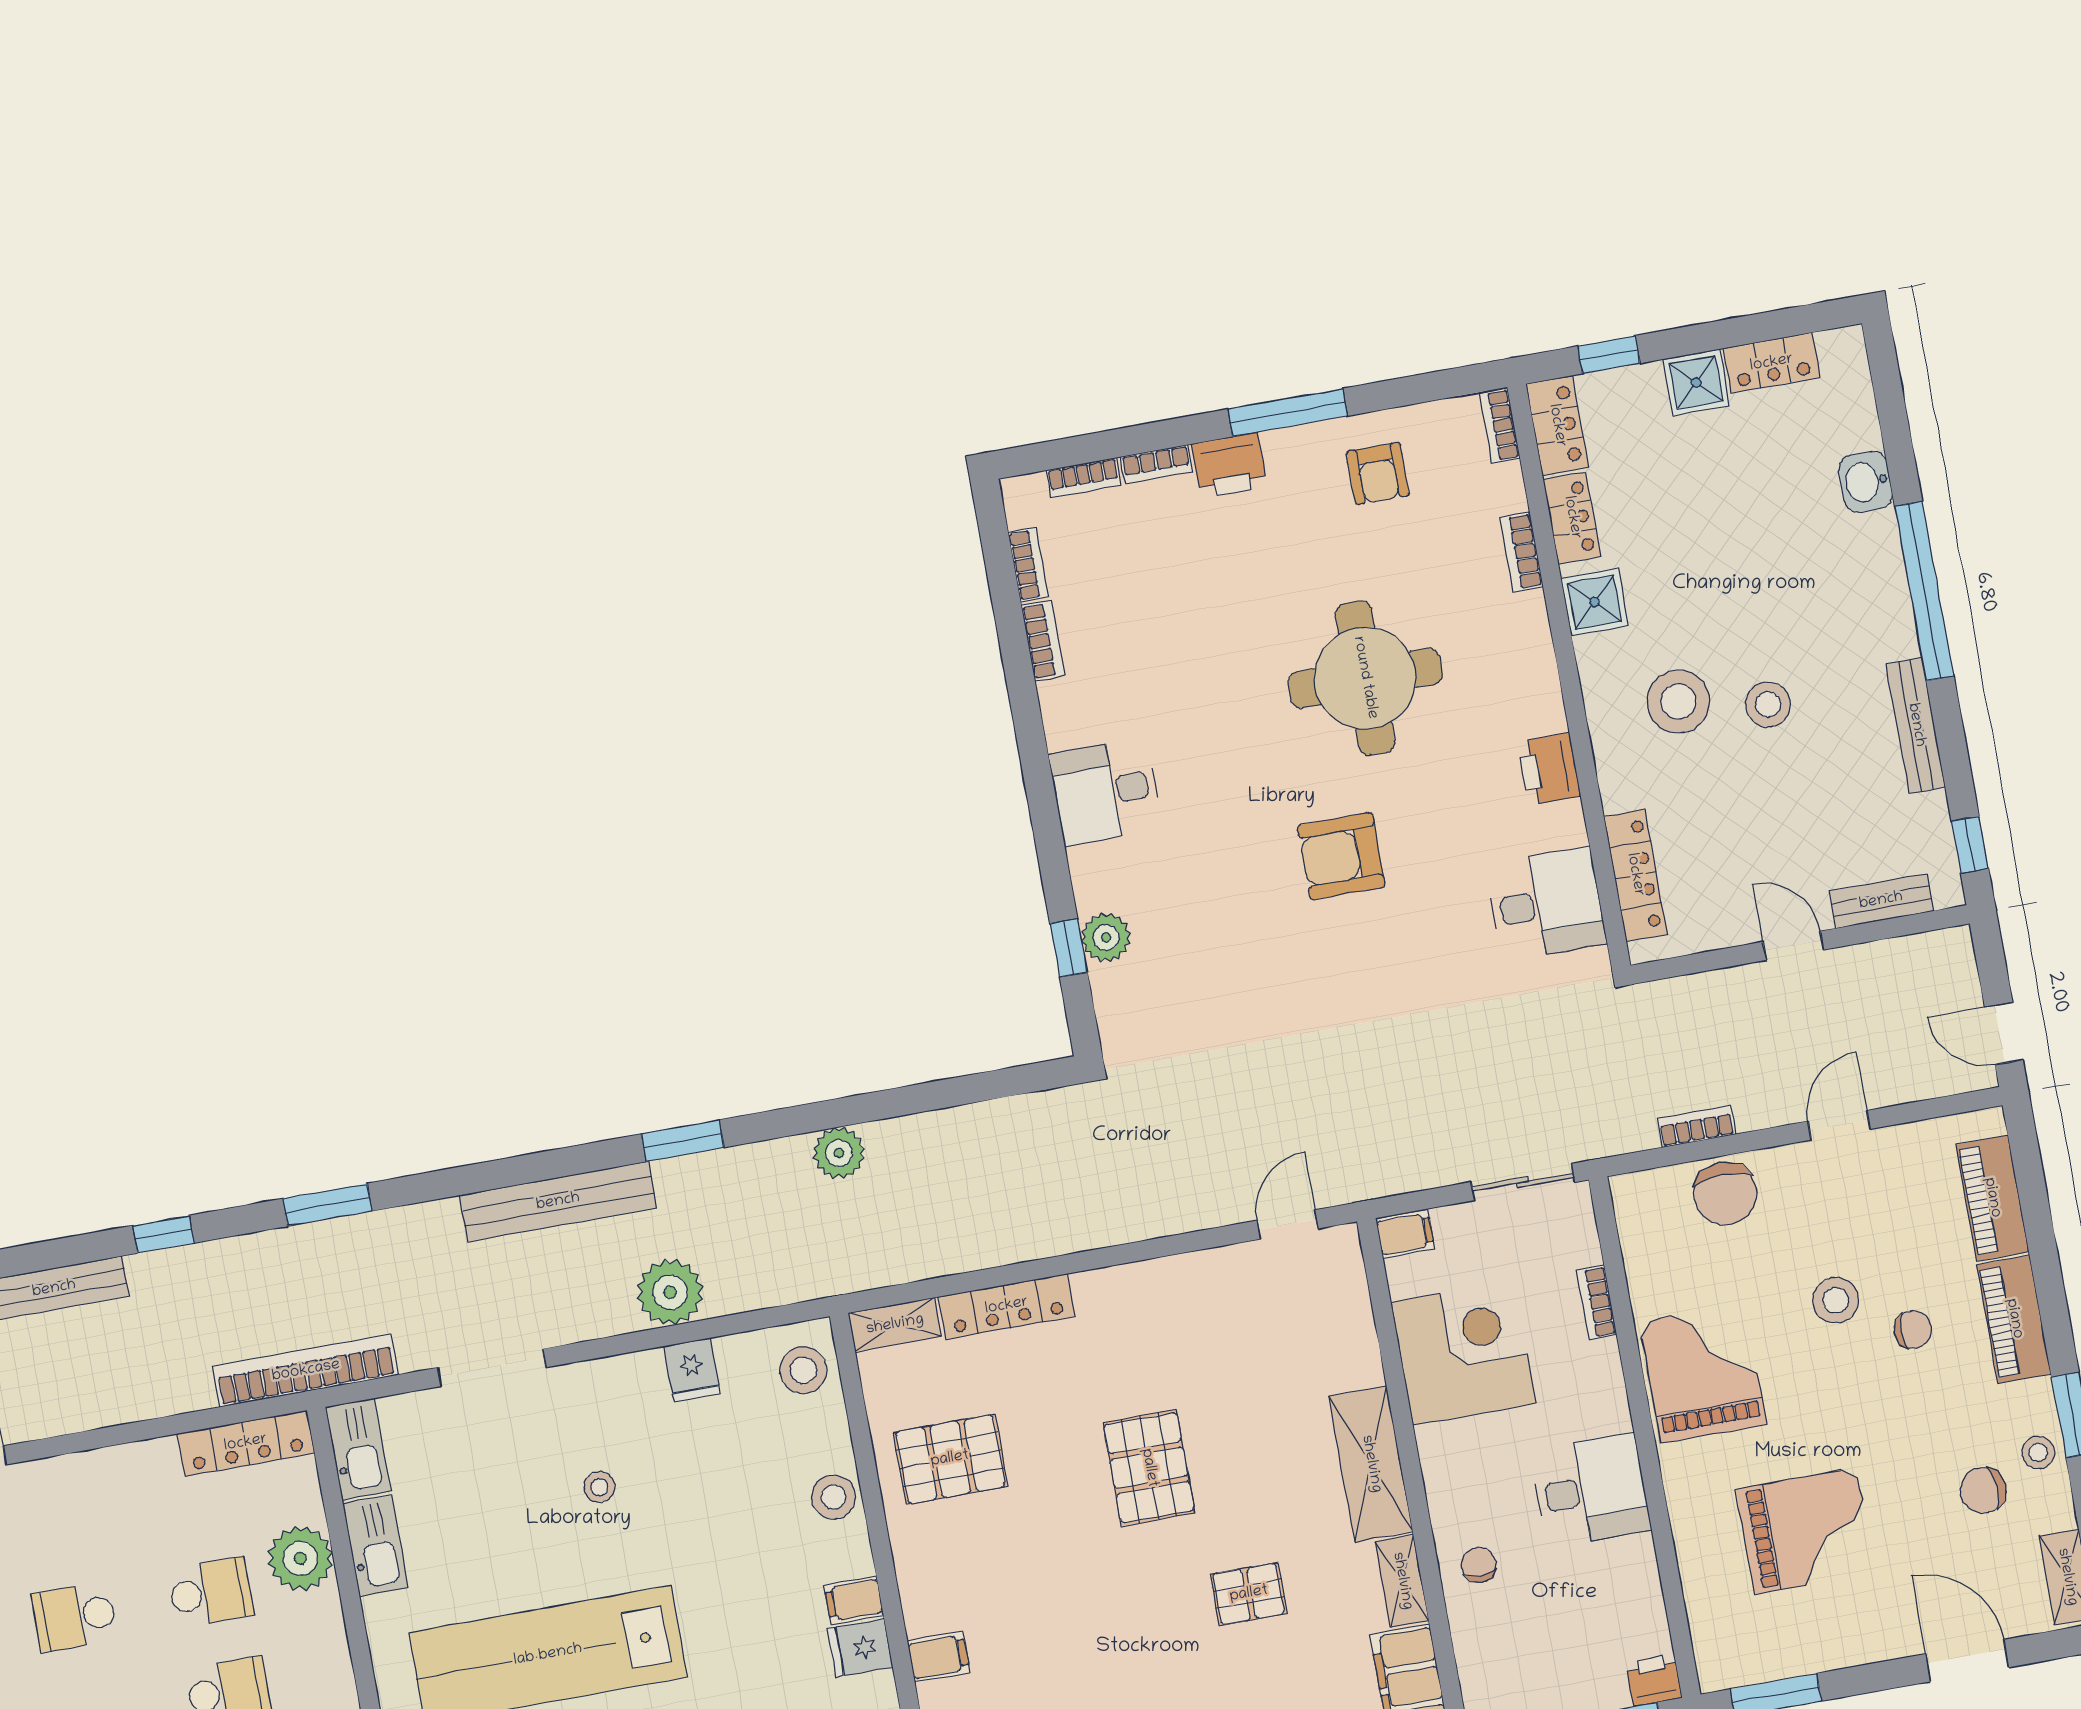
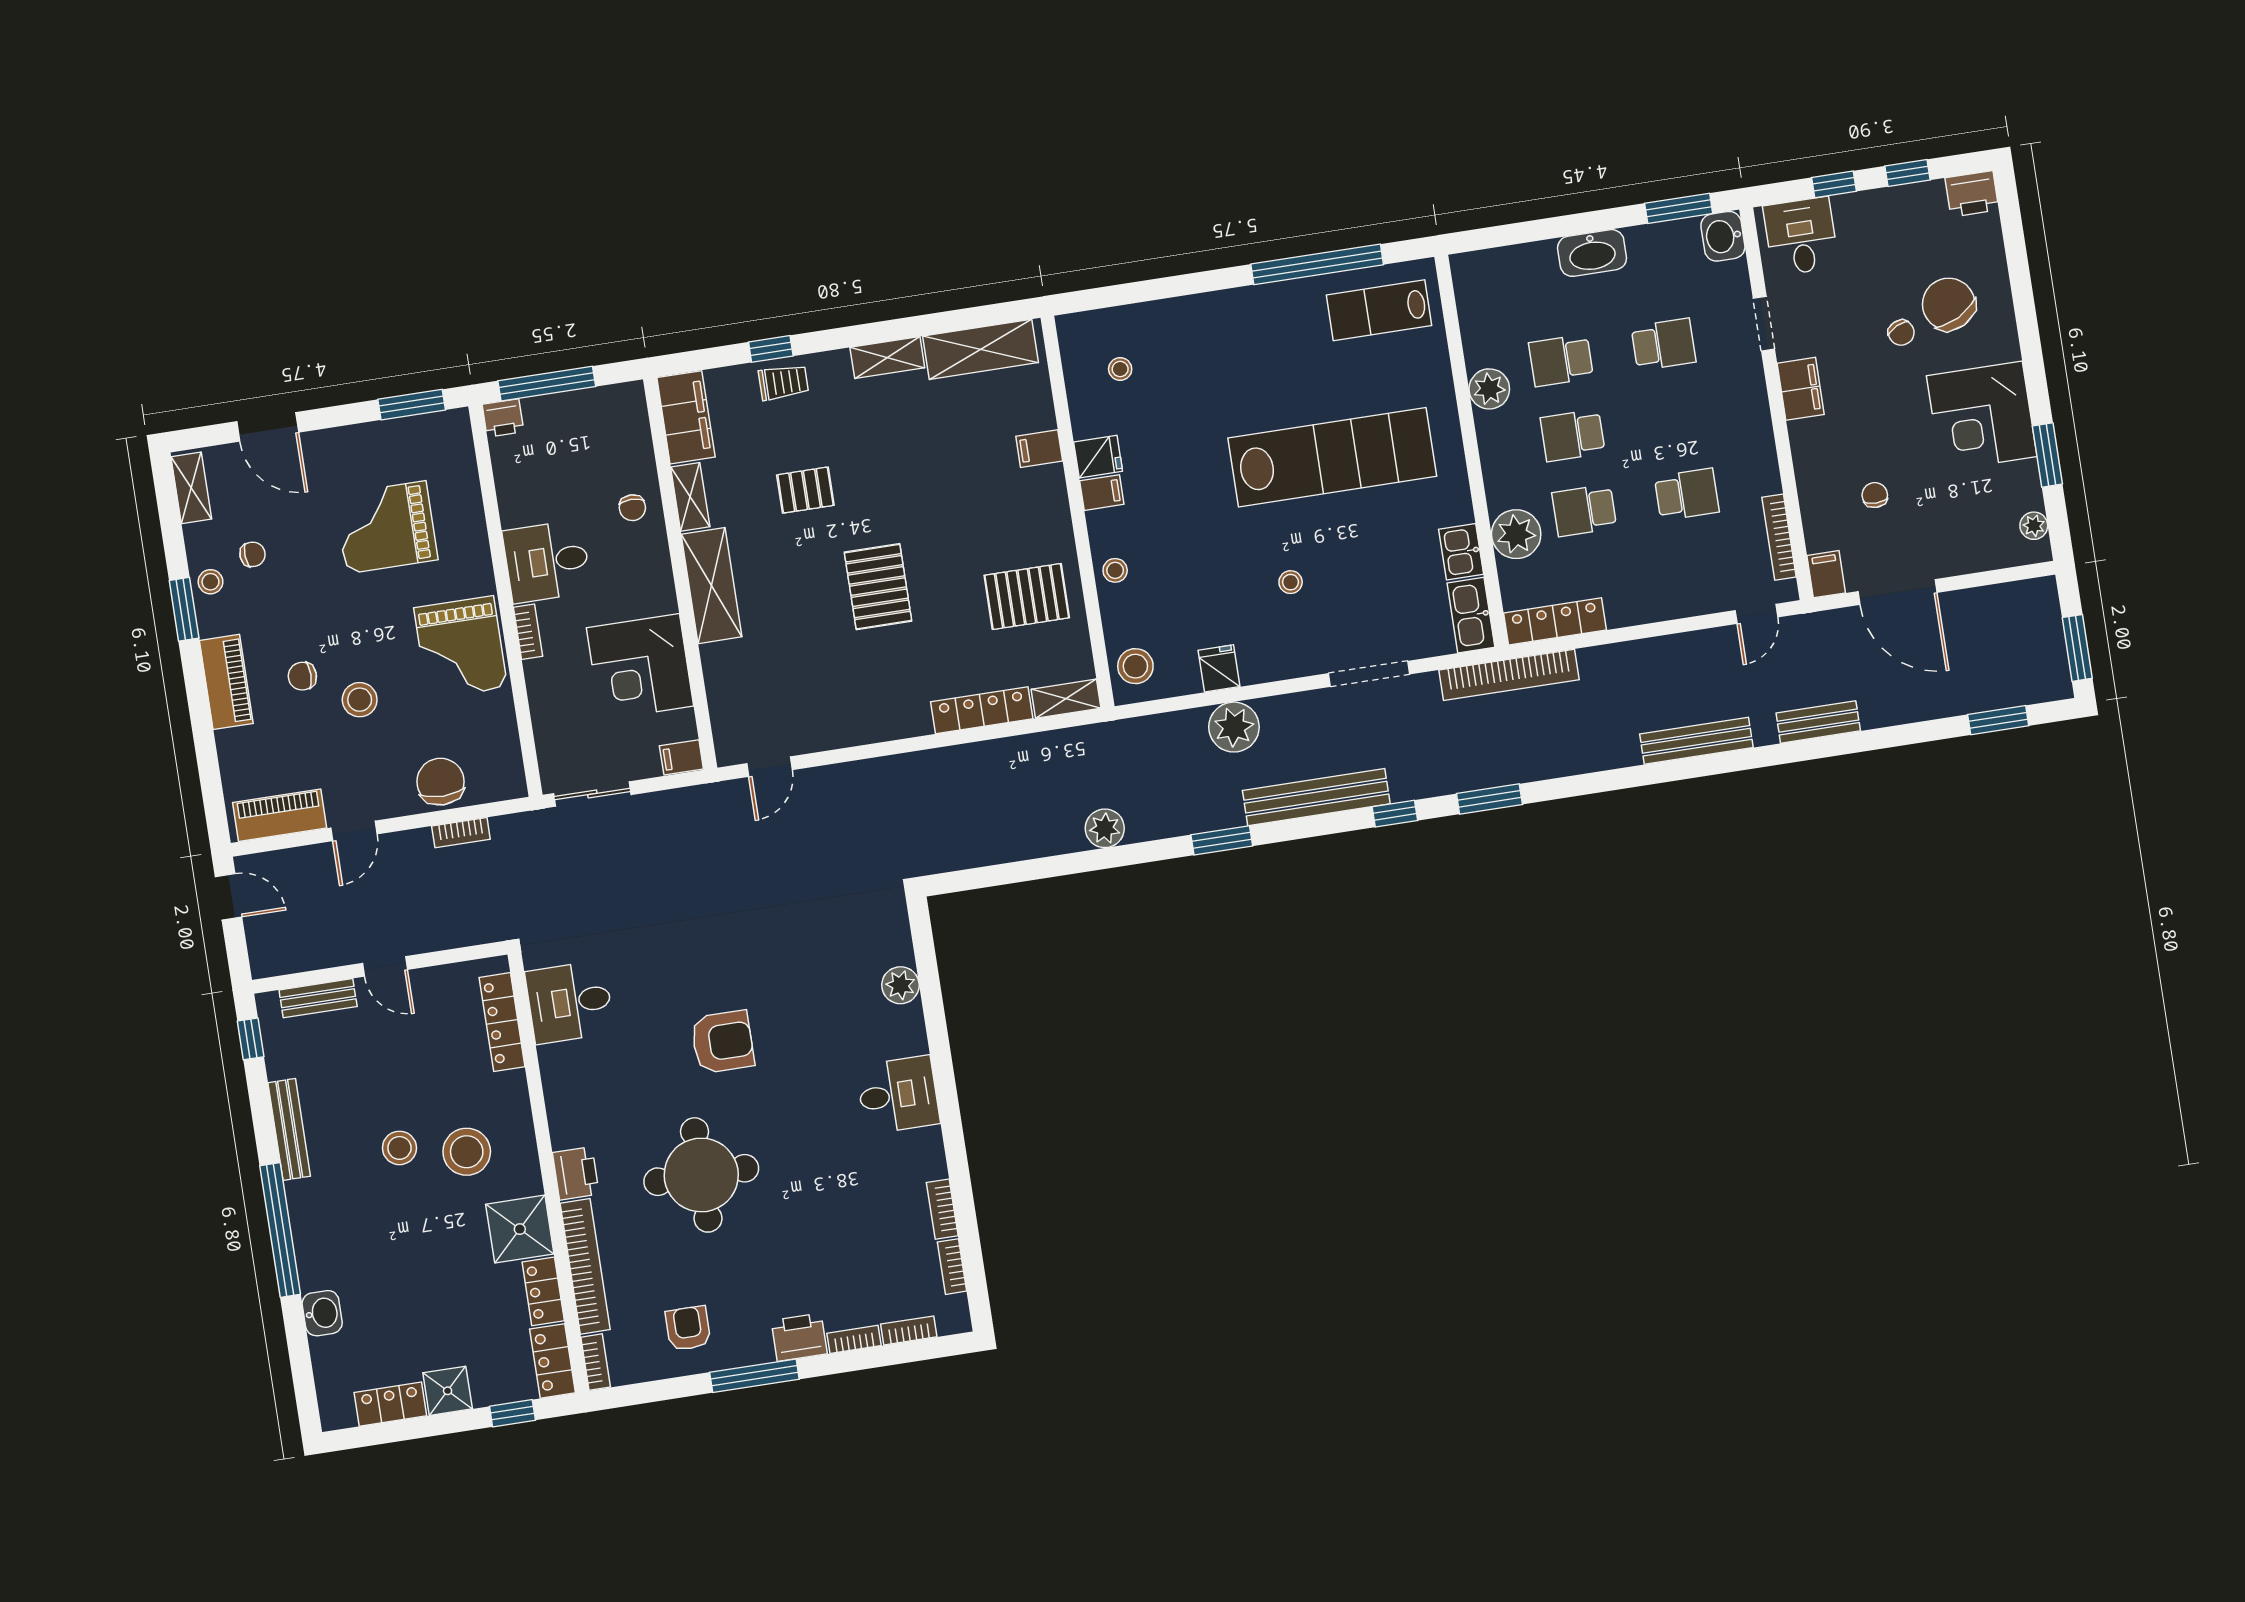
bookcase: (1522, 552) -> (585, 1266), width x2.31, depth x1.31
shower: (1595, 602) -> (520, 1229), width x1.36, depth x1.36
printer: (1549, 769) -> (576, 1173), moved
window: (1069, 948) -> (929, 978), removed
piano: (1992, 1198) -> (280, 815), moved, turned -90
window: (163, 1234) -> (1395, 814), moved
bookcase: (1597, 1302) -> (528, 632), moved
chair: (1983, 1490) -> (253, 554), width x0.73, depth x0.73
stool: (834, 1497) -> (1115, 570), width x0.73, depth x0.73
kitchen sink: (376, 1546) -> (1461, 552), width x0.73

